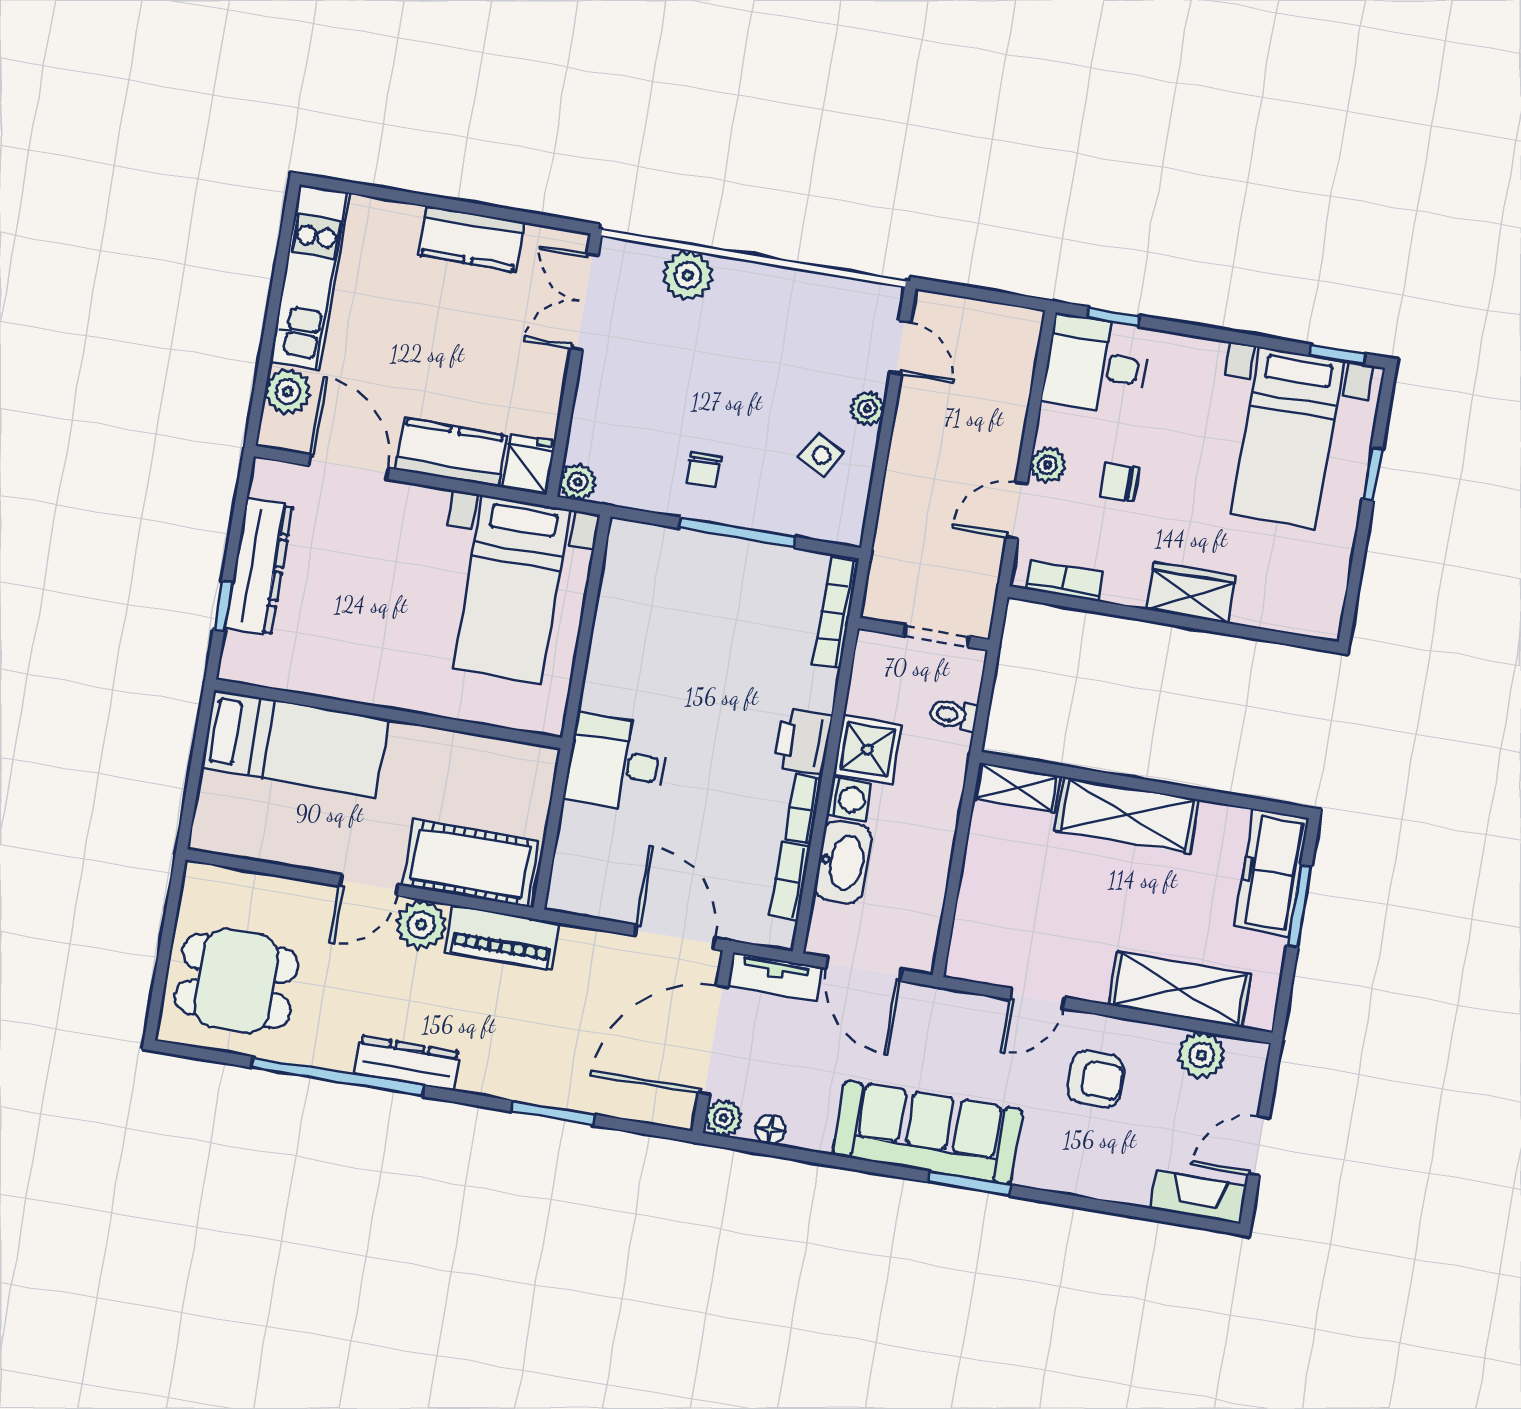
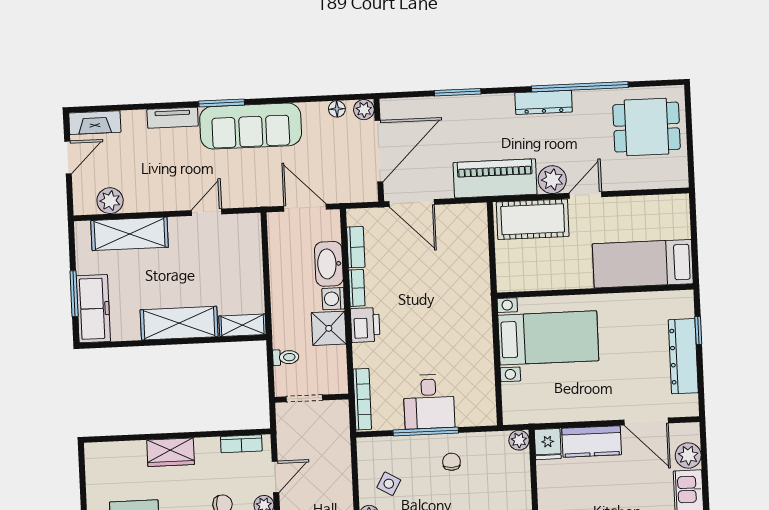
bed with nightstands: (512, 589) -> (548, 338), moved, turned 90
desk: (617, 764) -> (429, 402), moved, turned 90
piano: (502, 938) -> (495, 178), width x1.37, depth x1.33
tv unit: (775, 977) -> (173, 118), moved, turned 180
armchair: (1096, 1079) -> (165, 175), removed

